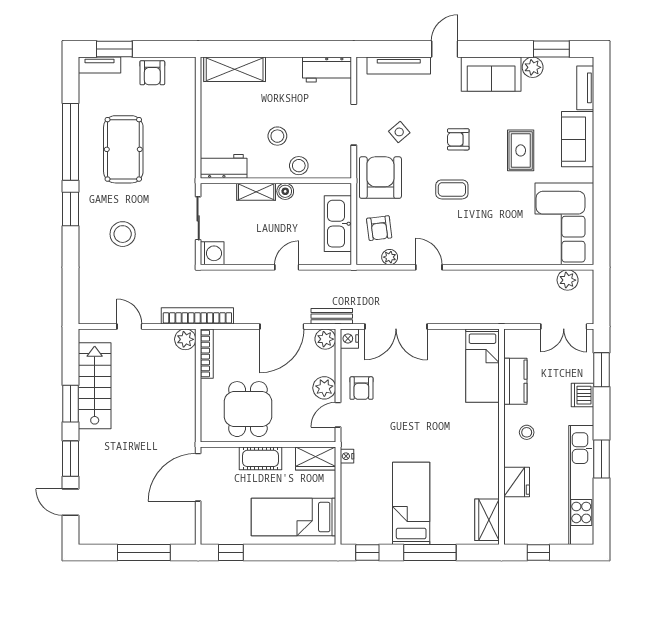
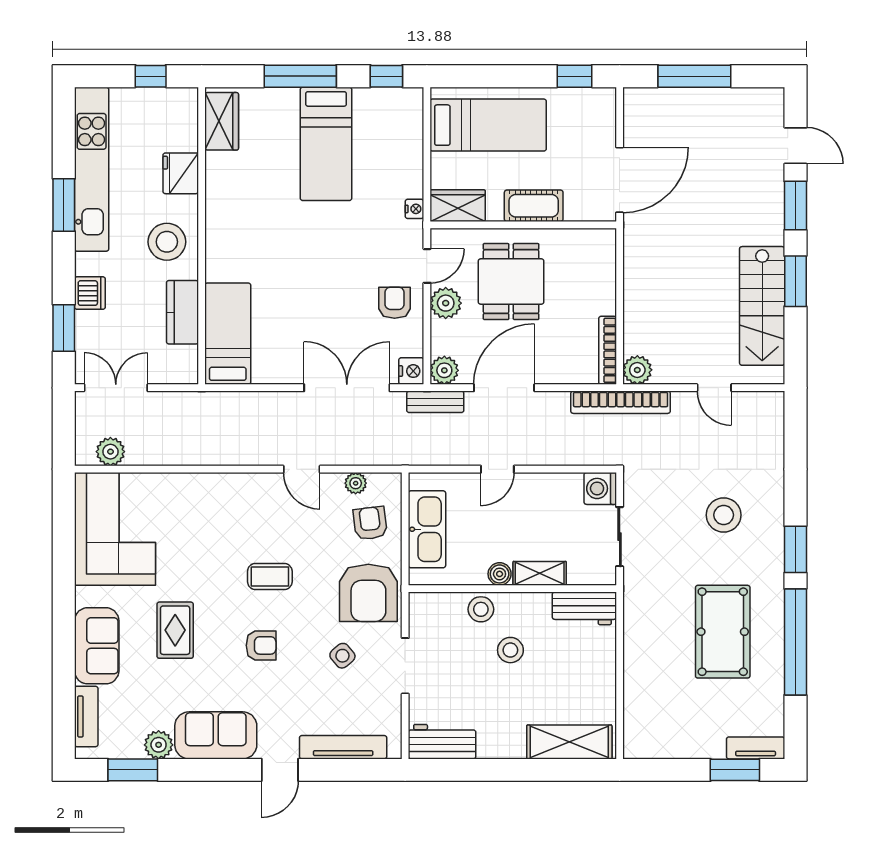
armchair: (152, 73) -> (683, 737), removed
dining table: (248, 409) -> (511, 282), moved
stool: (527, 432) -> (167, 242), width x1.89, depth x1.89

